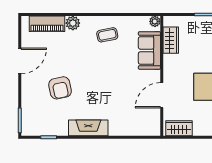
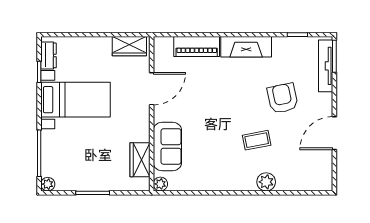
piano: (47, 24) -> (197, 46), moved, turned 180
coffee table: (107, 35) -> (257, 140), moved
tv unit: (27, 113) -> (326, 66), added

